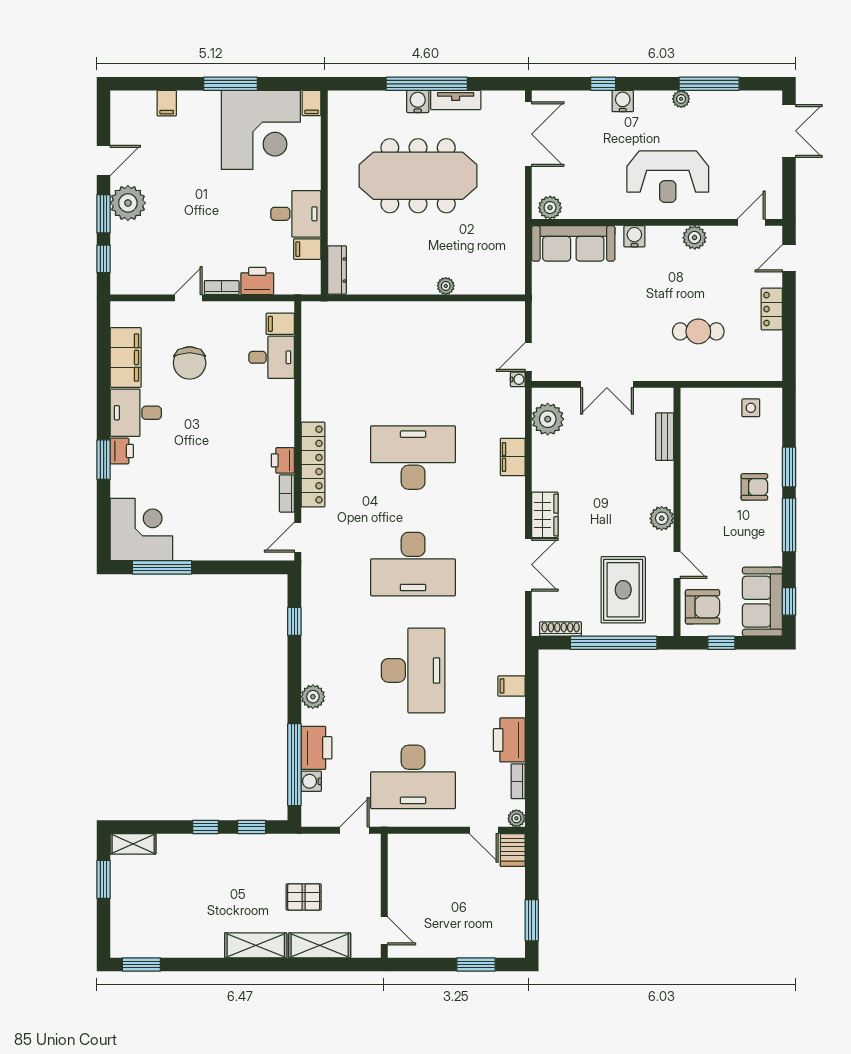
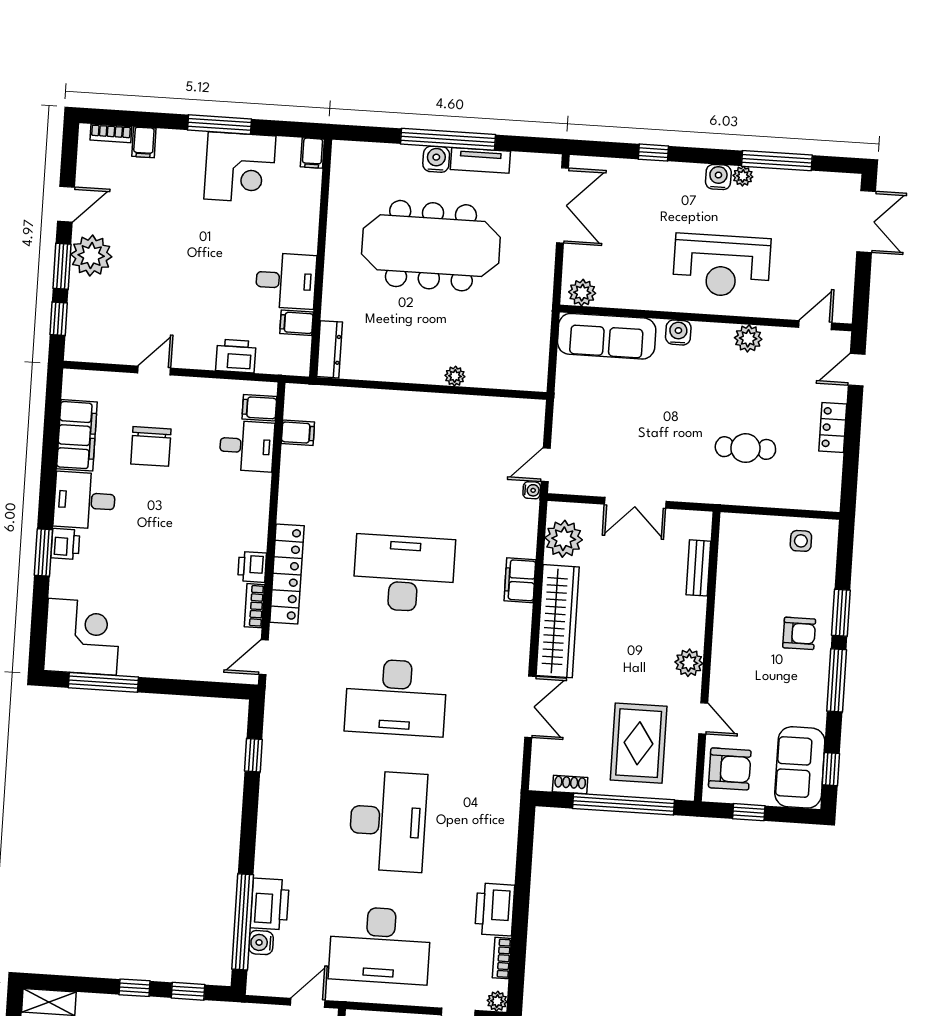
water cooler: (623, 101) -> (718, 177), moved
corner desk: (261, 130) -> (240, 168), width x0.74, depth x0.74
bookcase: (222, 288) -> (111, 133), moved, turned 180
wardrobe: (545, 515) -> (558, 621), width x2.10, depth x1.17
shoe rack: (561, 629) -> (570, 785), width x0.70
filing cabinet: (511, 686) -> (298, 433), moved, turned 180
plant: (313, 697) -> (269, 844), removed

